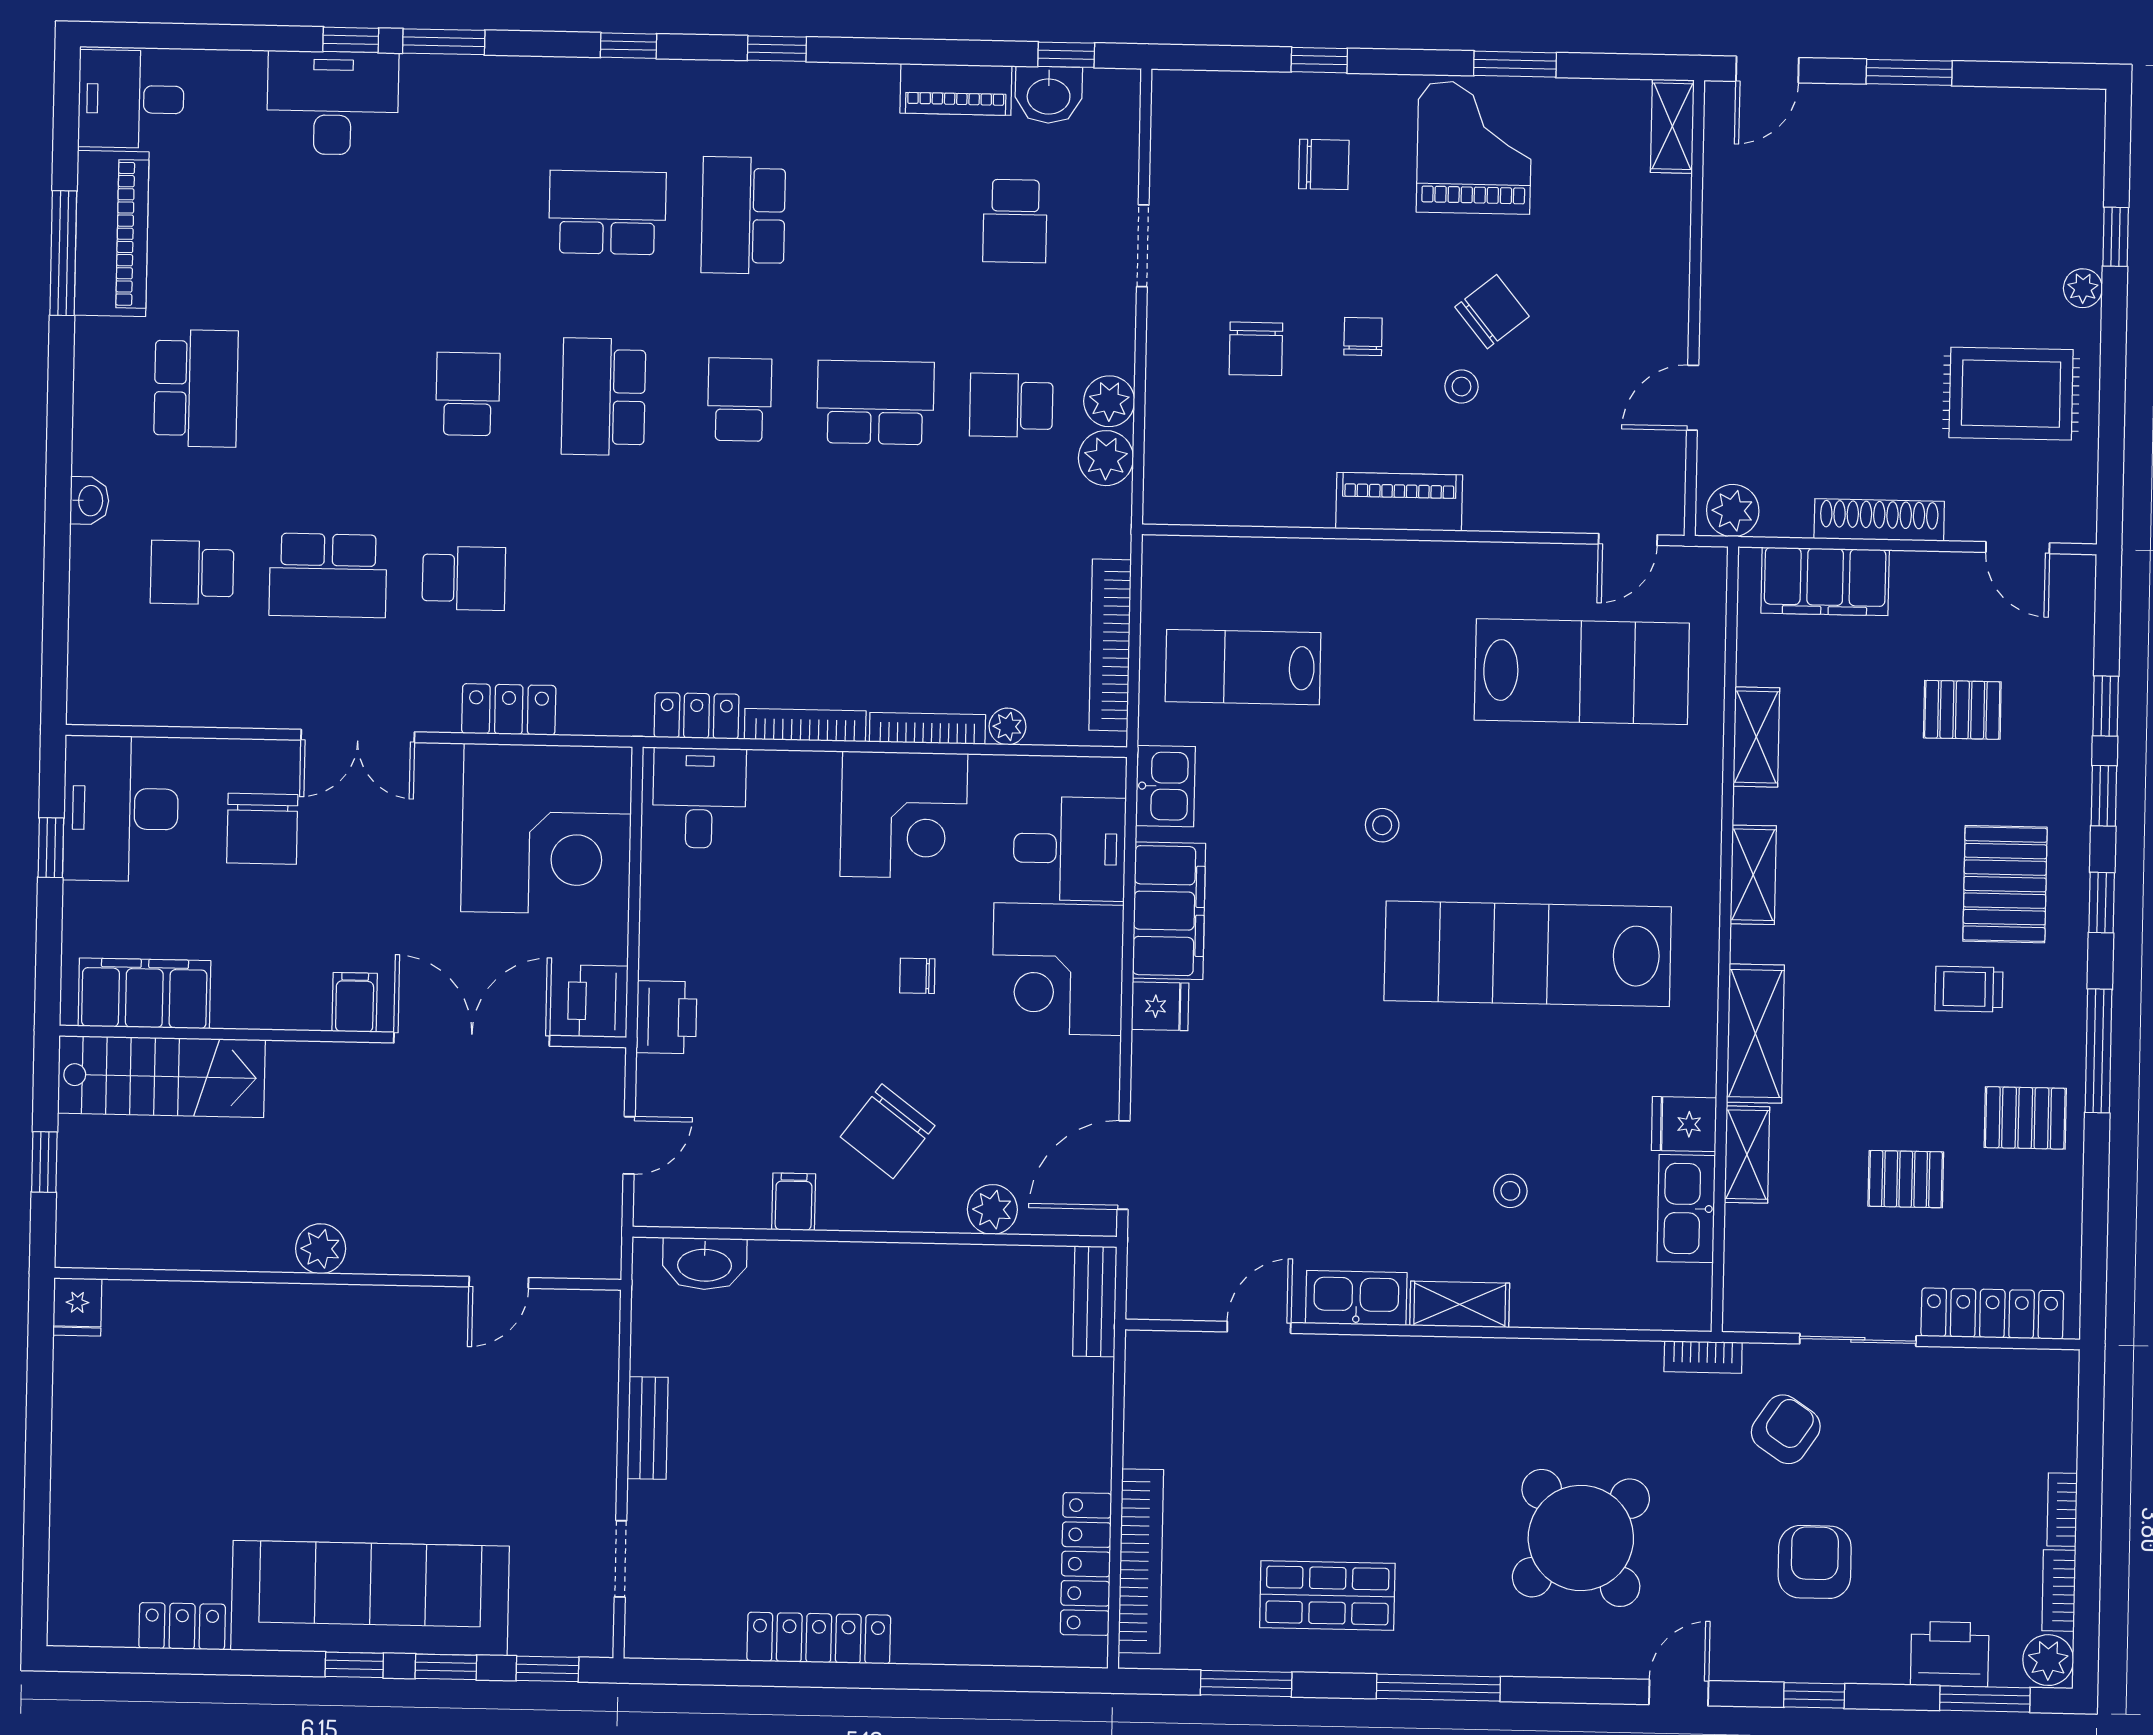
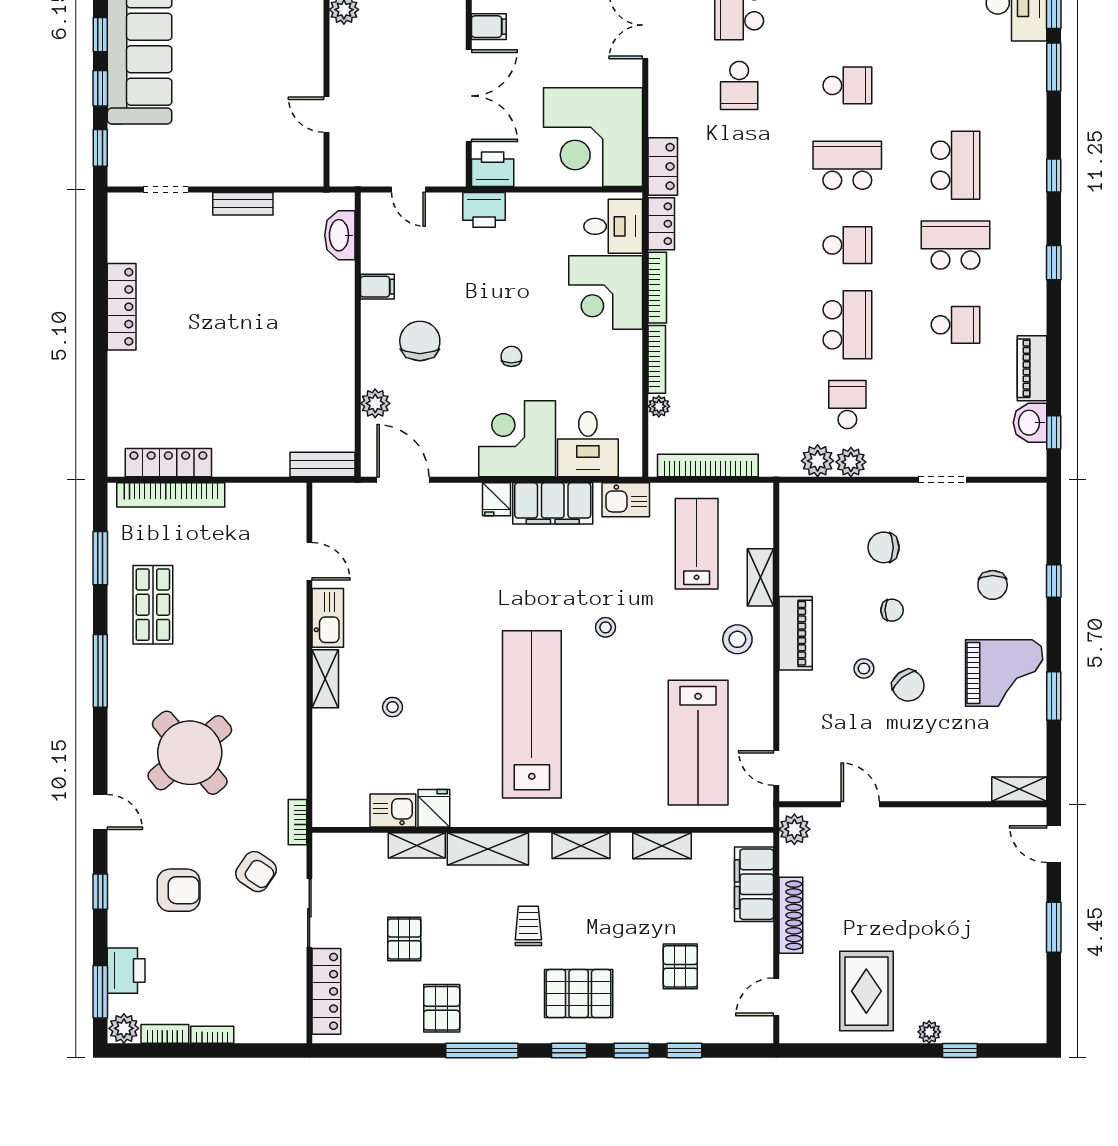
school desk: (1015, 221) -> (955, 325), moved, turned 180
shelving: (1303, 560) -> (760, 577), added
stool: (1407, 601) -> (737, 639), added
locker: (509, 709) -> (663, 166), moved
corner desk: (904, 815) -> (606, 293), moved
trolley: (1969, 989) -> (528, 926), moved
chair: (888, 1131) -> (420, 341), turned 53
kitchen sink: (1686, 1209) -> (393, 810), width x0.73

